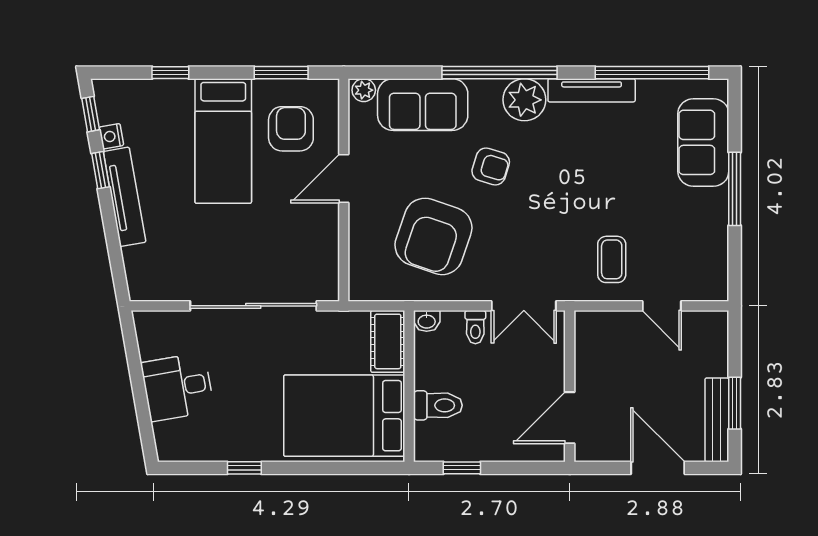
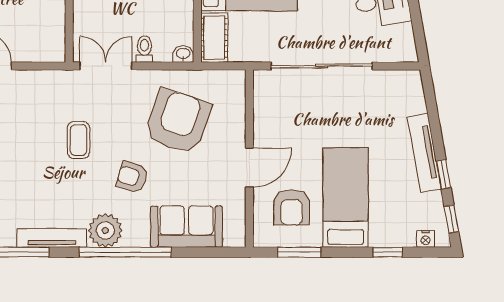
plant: (364, 90) -> (233, 238), removed
nightstand: (111, 136) -> (426, 239), moved, turned 100
coffee table: (612, 259) -> (79, 140), moved

